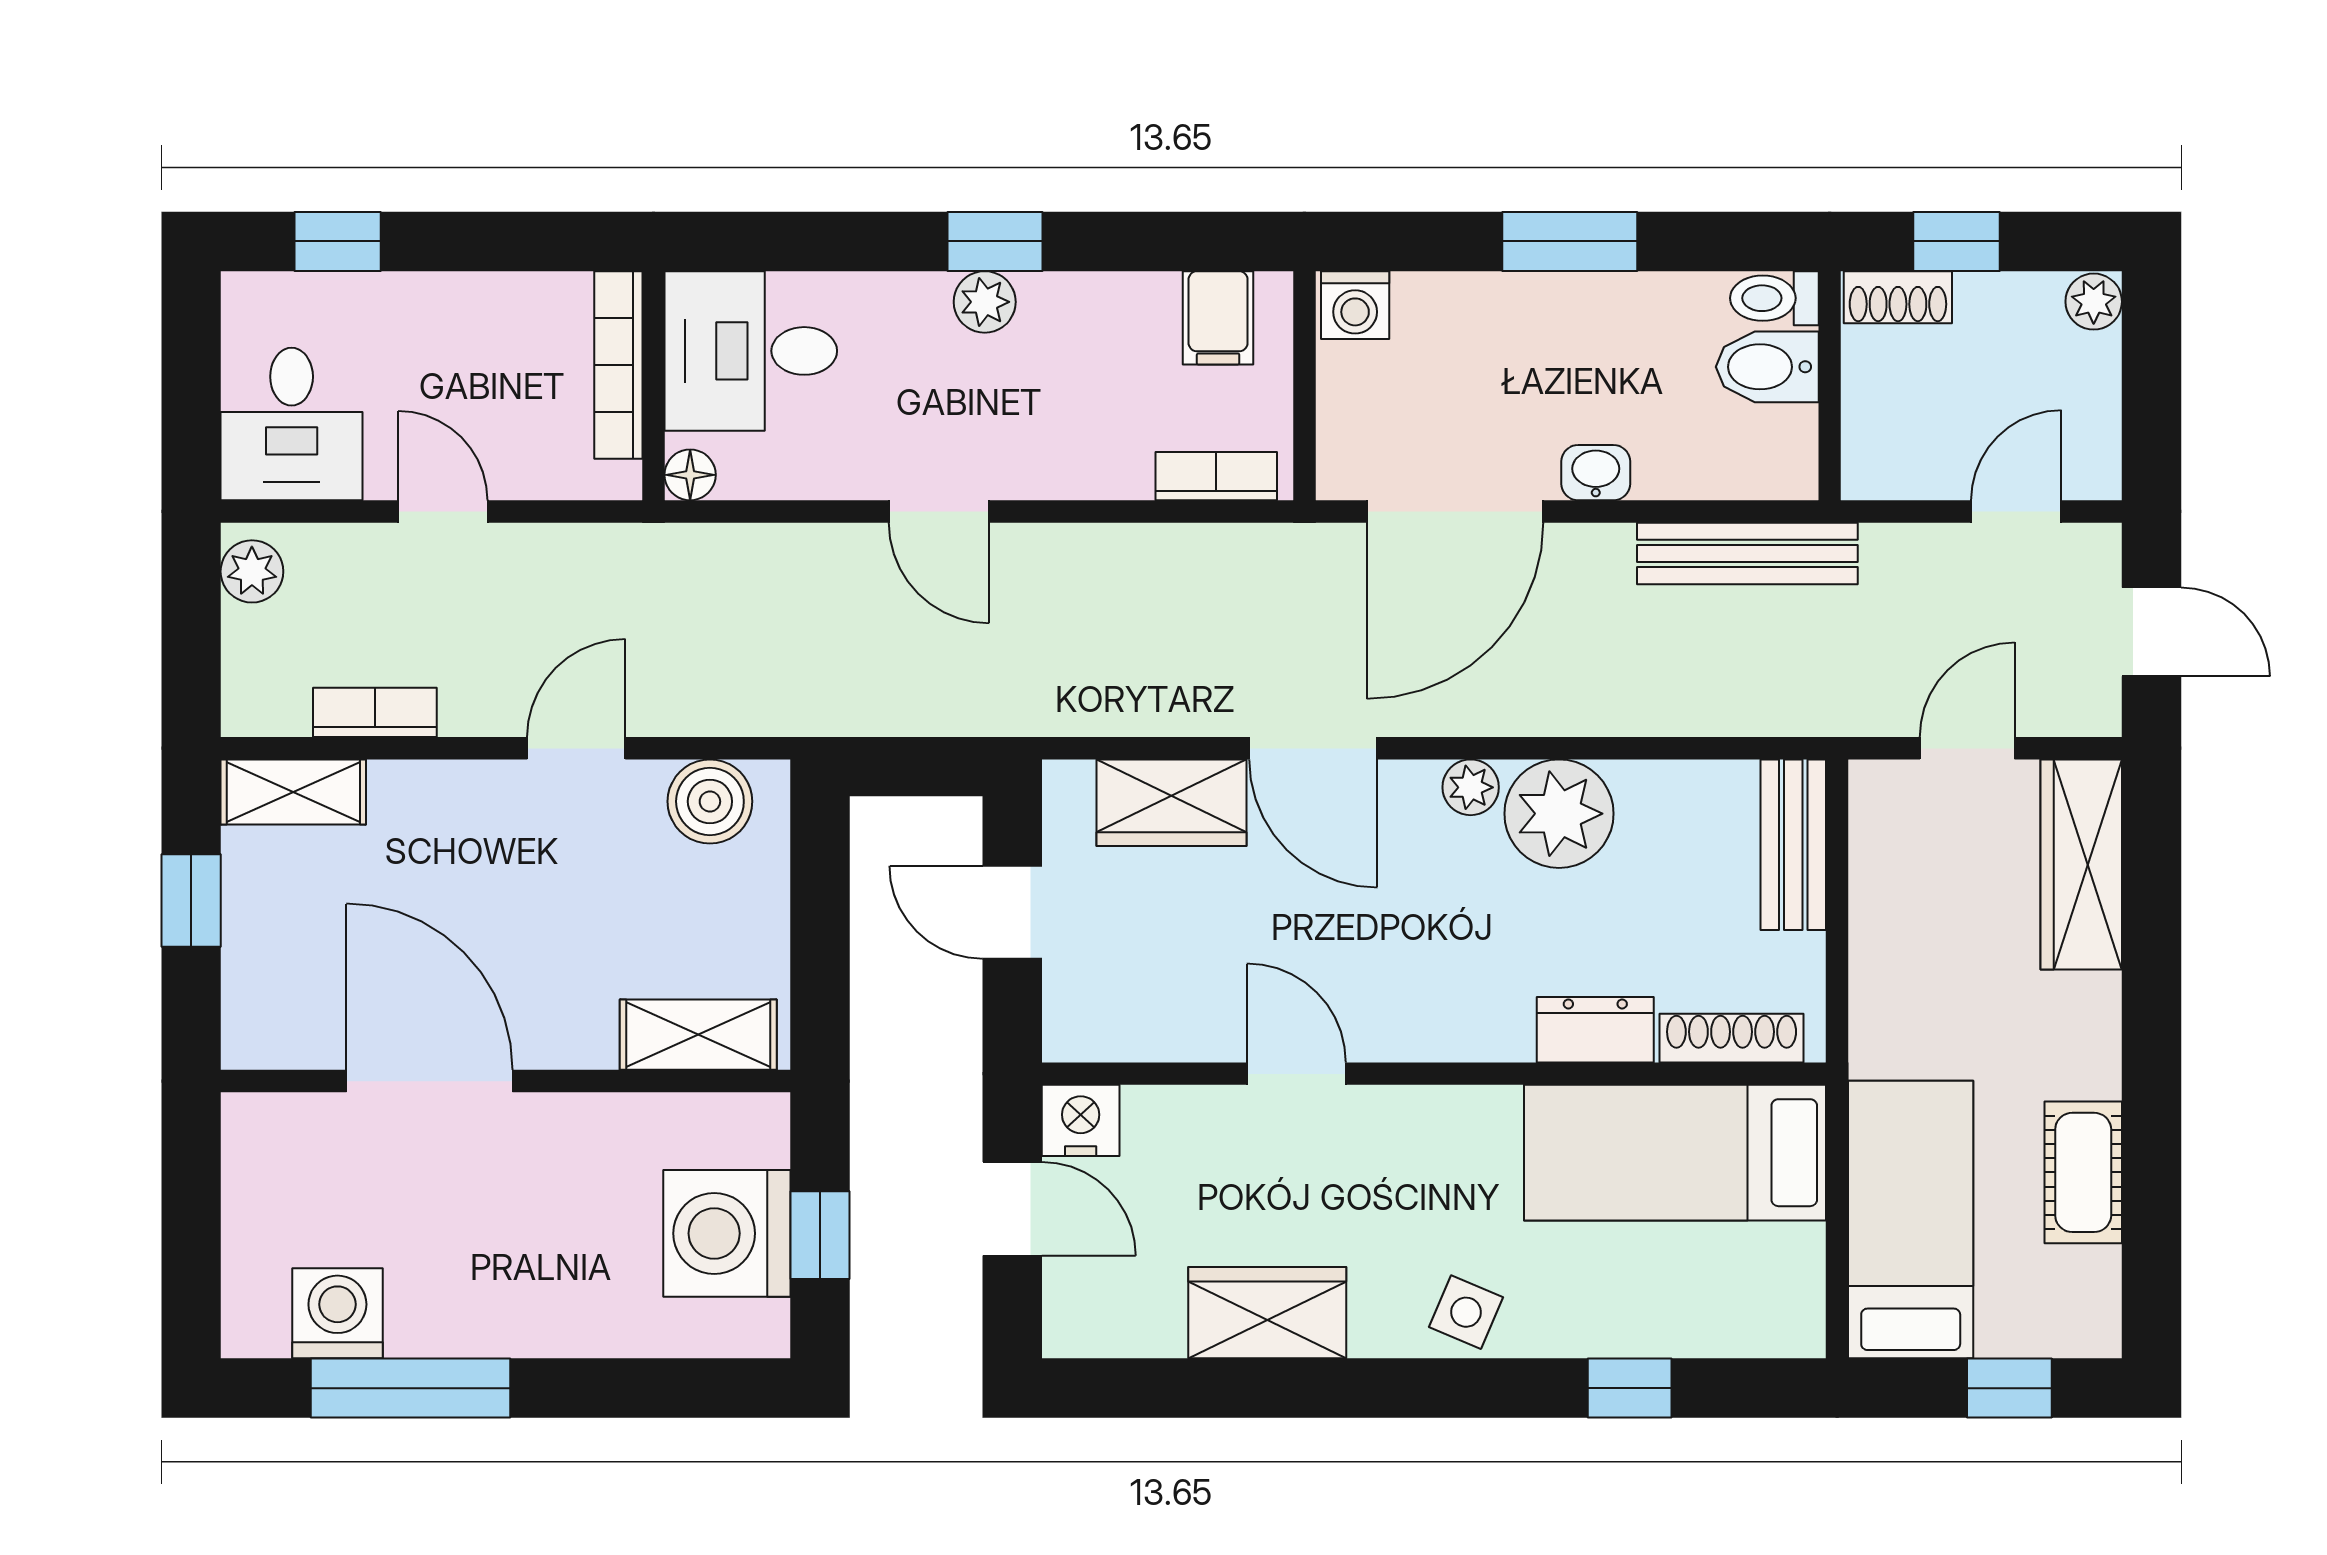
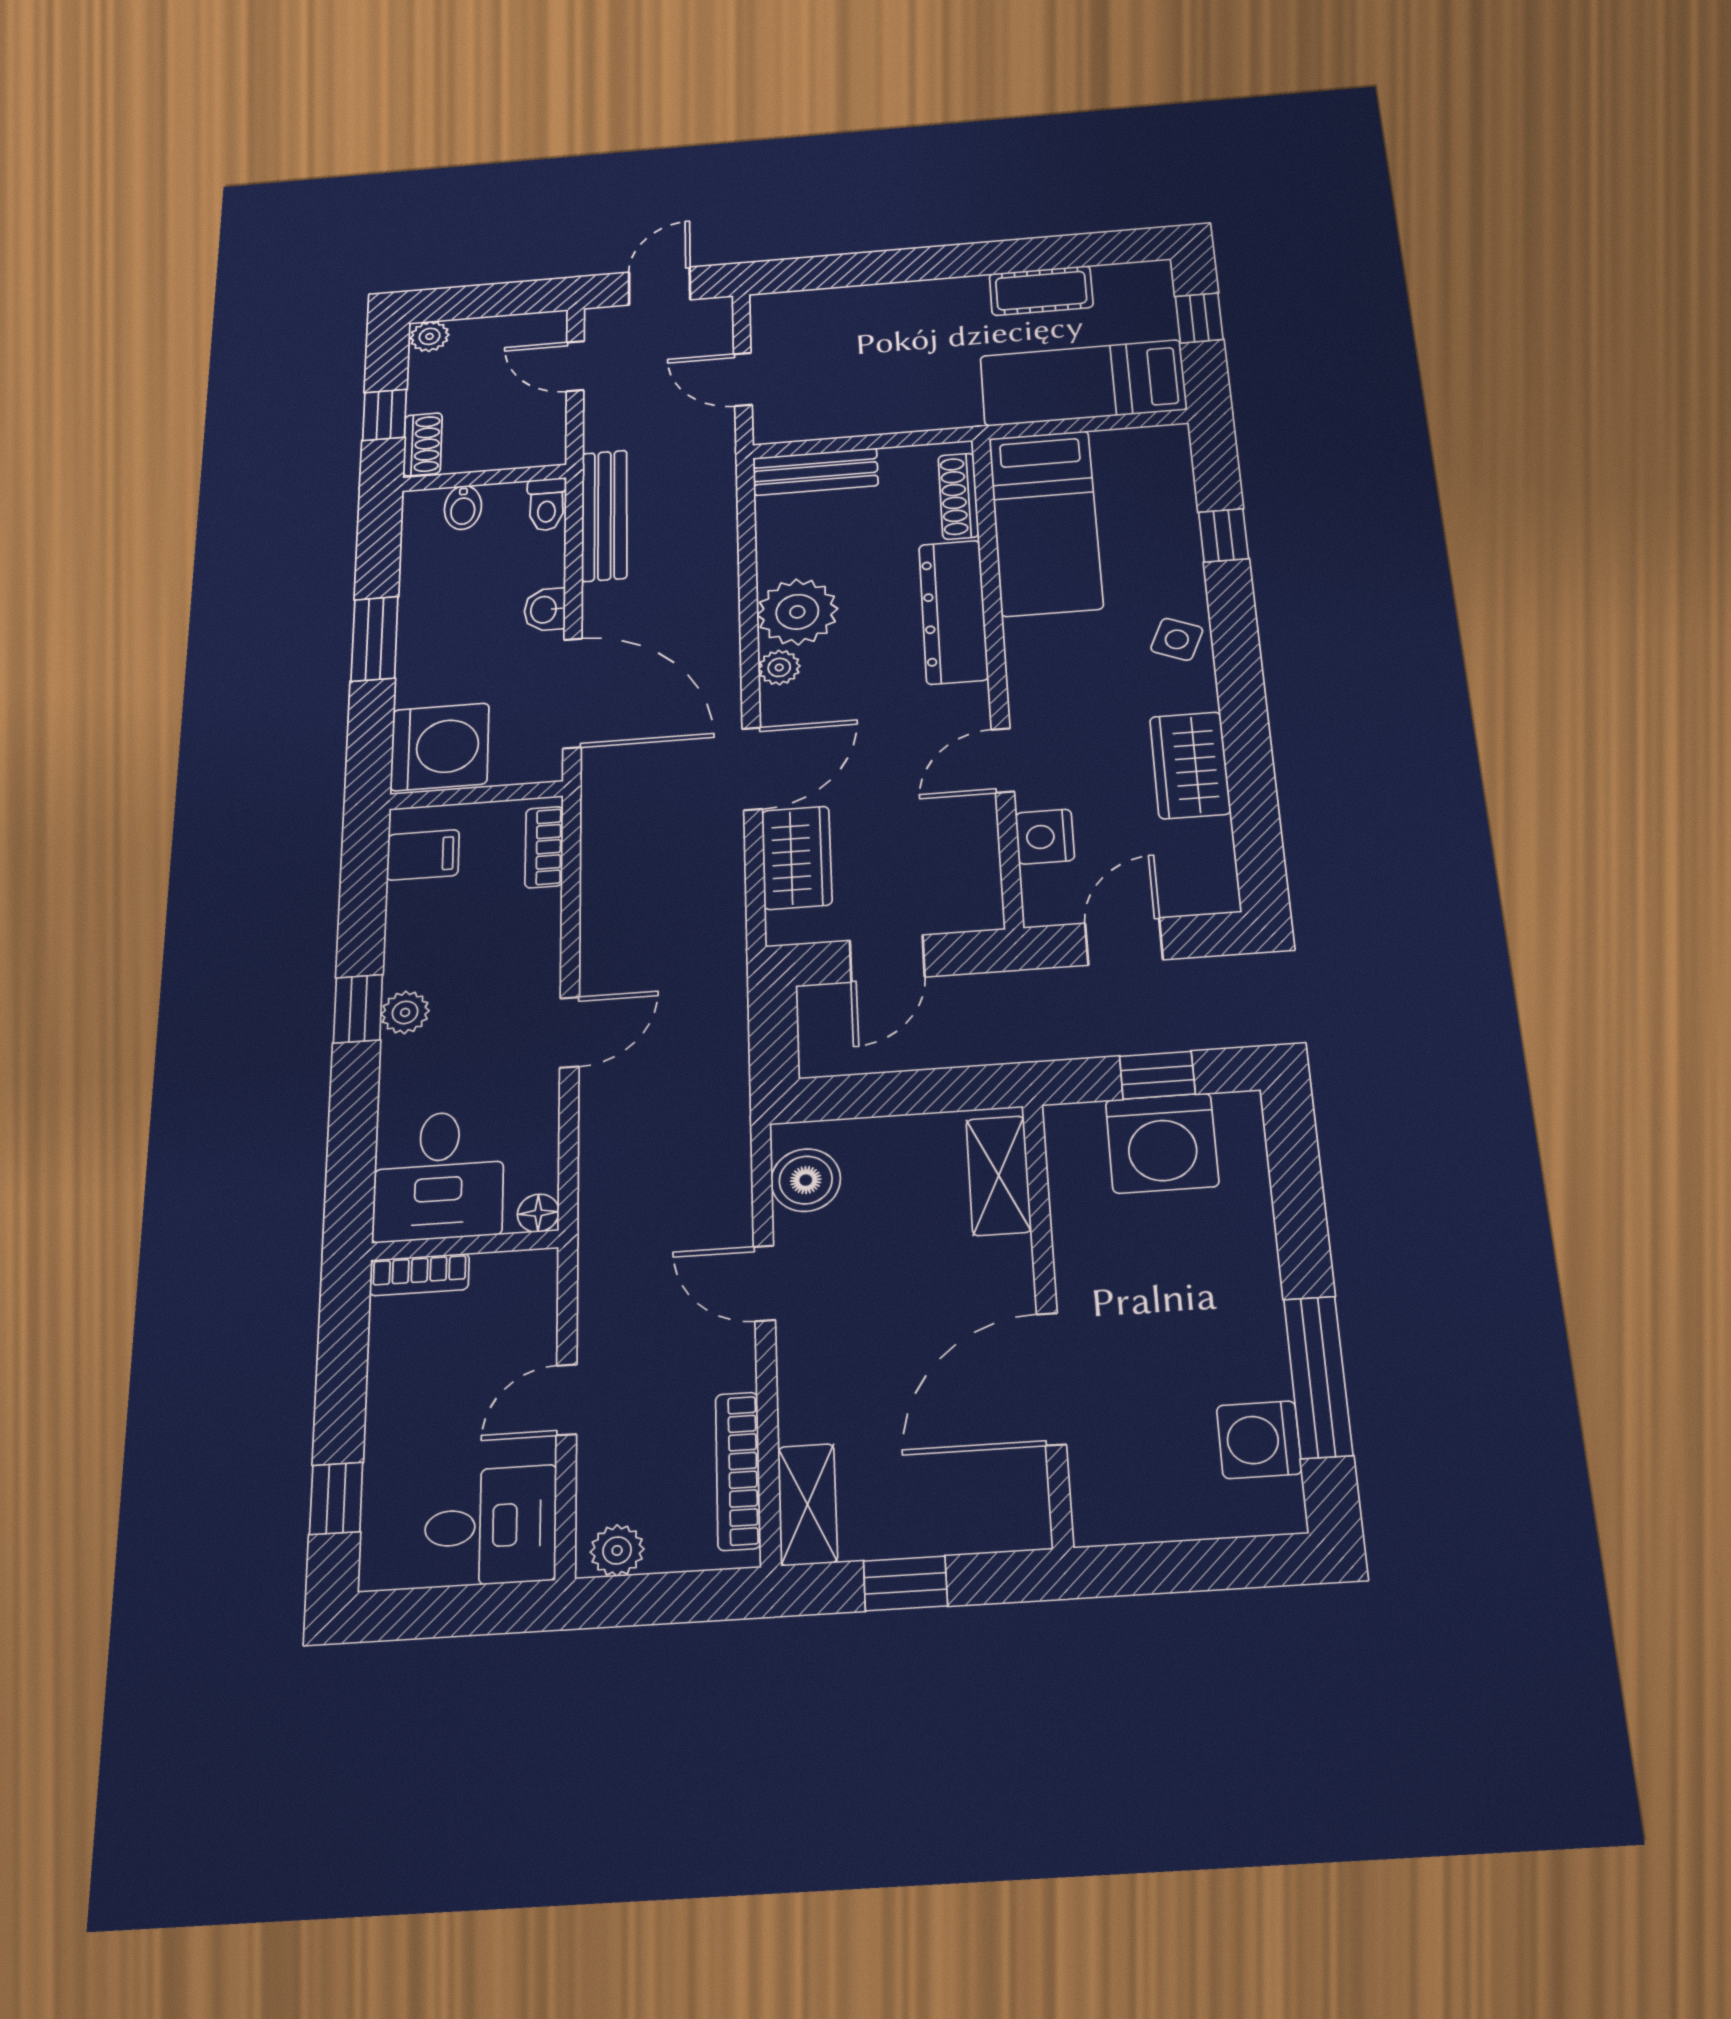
toilet: (1774, 298) -> (547, 505), moved
washing machine: (1355, 305) -> (440, 747), width x1.89, depth x1.89
bookcase: (618, 365) -> (419, 1275), width x0.64
bidet: (1767, 367) -> (463, 508), width x0.72, depth x0.74
bookcase: (375, 712) -> (738, 1471), width x1.56
wardrobe: (2081, 864) -> (823, 310), removed
dresser: (1595, 1030) -> (953, 612), width x1.96, depth x1.24
nightstand: (1081, 1120) -> (1045, 837), moved

